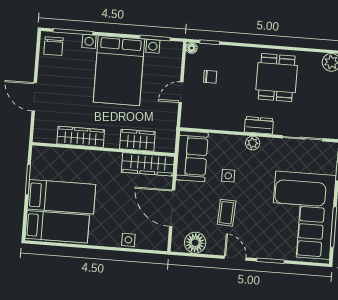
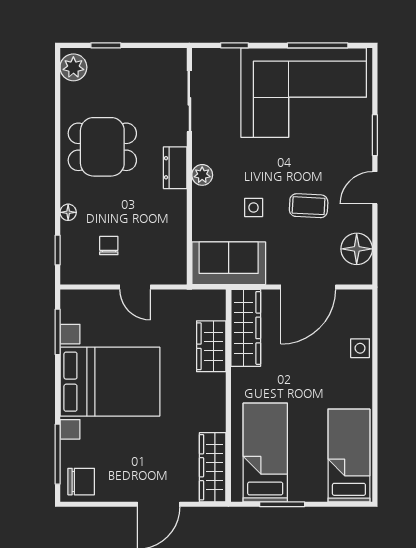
floor lamp: (192, 48) -> (68, 212), moved
wardrobe: (81, 137) -> (213, 467), moved
bed: (61, 197) -> (265, 452), moved

